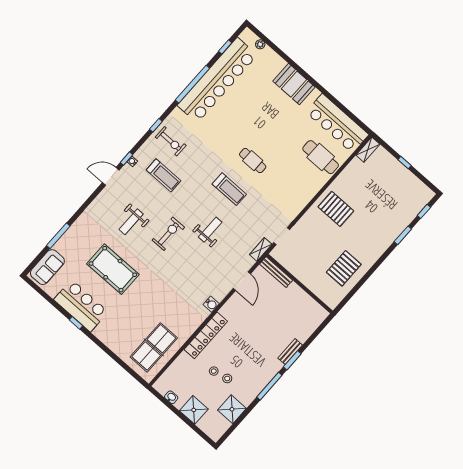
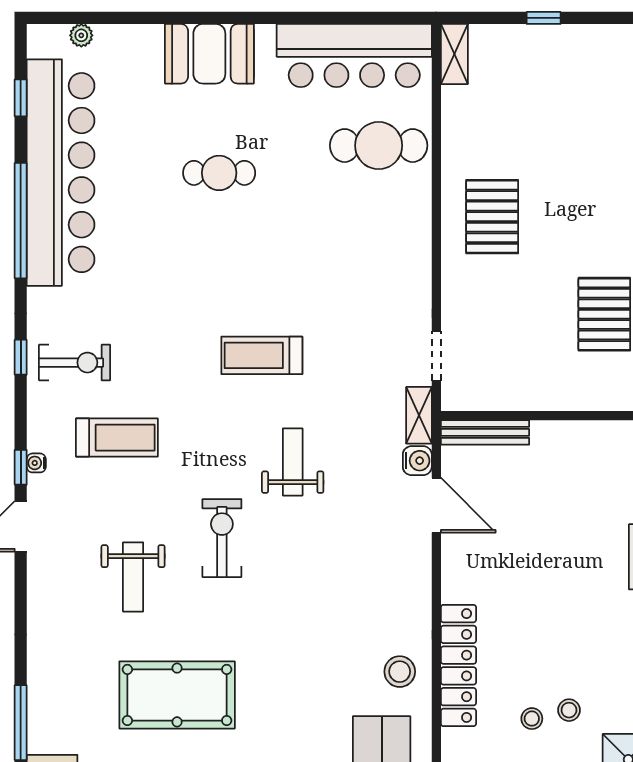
cafe table: (253, 161) -> (219, 173), moved
treadmill: (229, 189) -> (262, 355), turned 180
pallet: (336, 209) -> (492, 217), turned 90
water cooler: (211, 304) -> (417, 461), moved
stool: (186, 322) -> (400, 672), added

